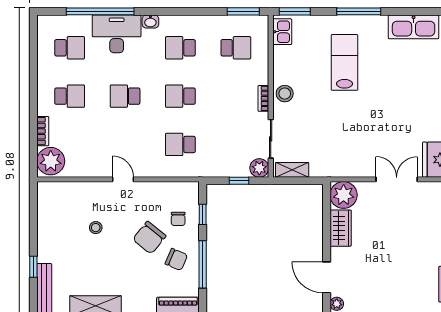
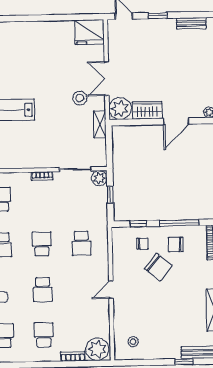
stool: (285, 94) -> (80, 98), moved
school desk: (180, 96) -> (42, 244), turned 180
shelving: (292, 170) -> (100, 124), moved
double door: (397, 179) -> (107, 79), moved
stool: (96, 228) -> (133, 342), moved
chair: (176, 259) -> (176, 244), turned -113
door: (327, 277) -> (176, 121), moved

